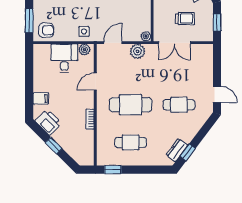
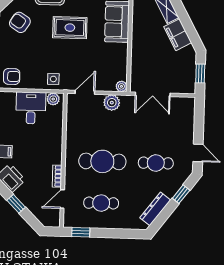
trolley: (185, 19) -> (165, 68), removed
door: (95, 81) -> (62, 199), moved
dresser: (177, 150) -> (155, 209), width x1.44
window: (188, 152) -> (181, 194), moved

